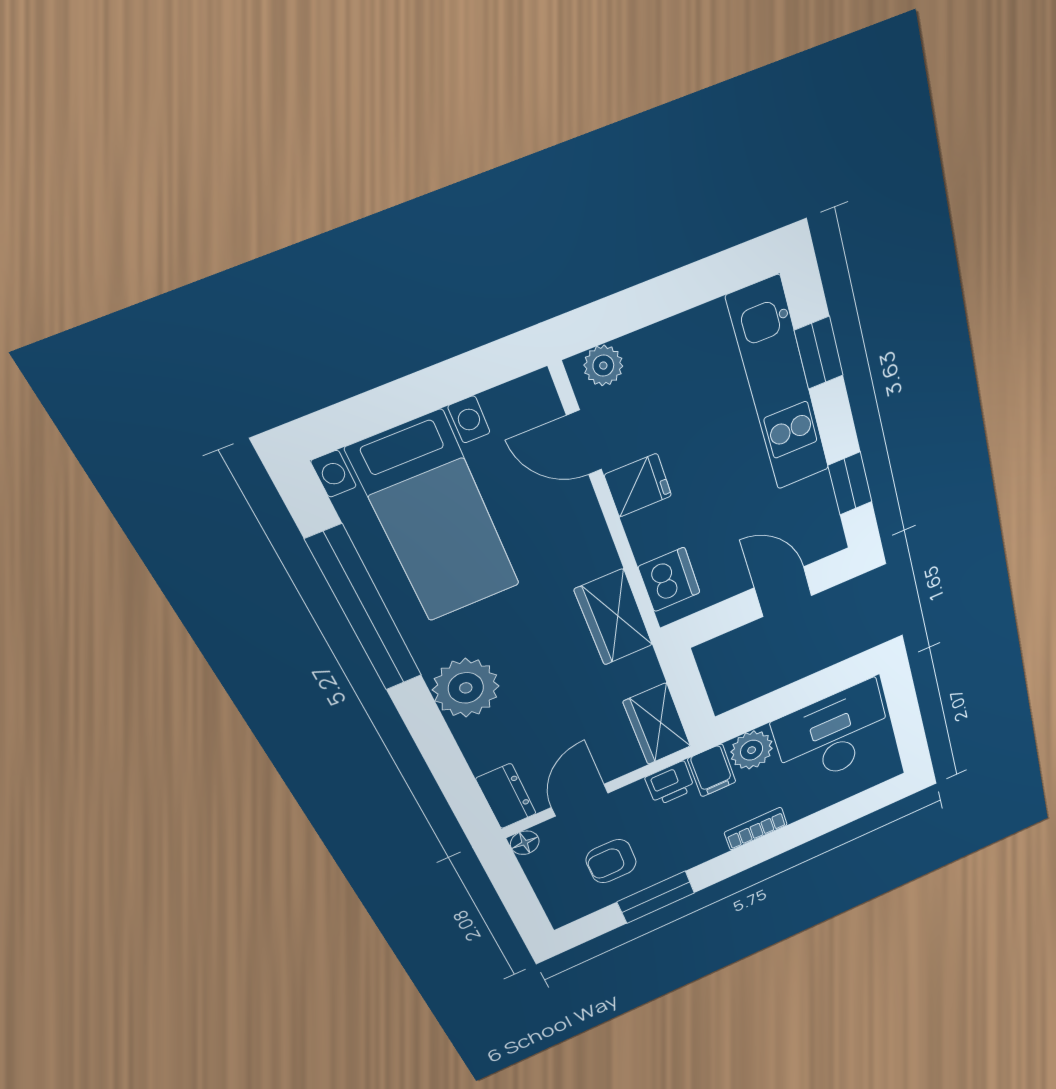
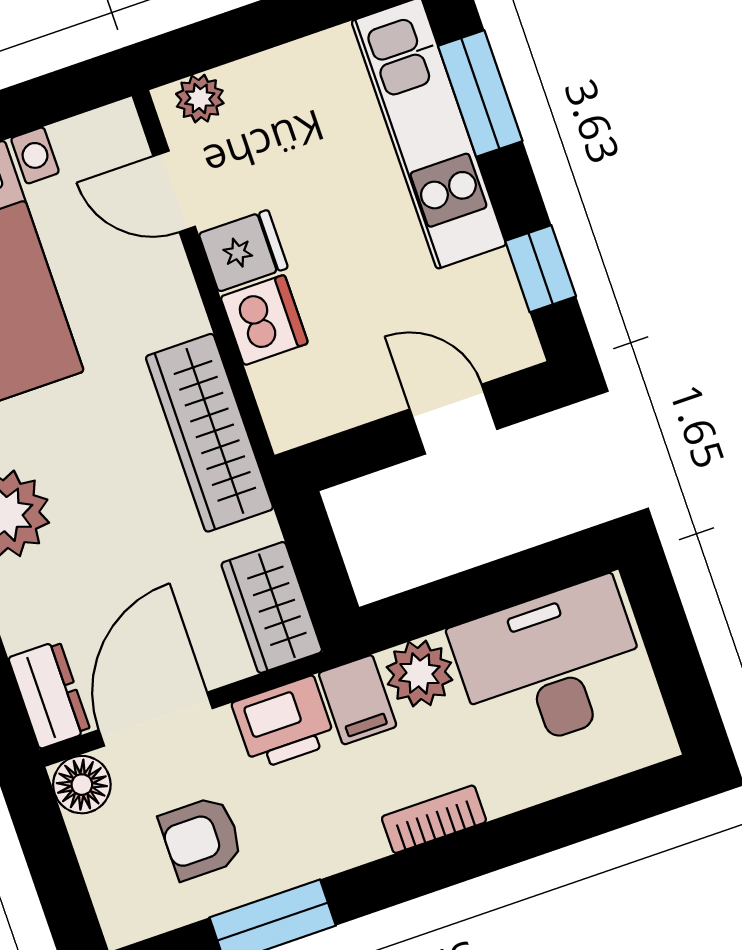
window: (819, 353) -> (480, 93), width x1.50
dishwasher: (669, 580) -> (264, 320), moved
wardrobe: (614, 617) -> (209, 433), width x1.50
printer: (670, 784) -> (284, 723), width x1.36, depth x1.24
door: (580, 800) -> (156, 719), width x1.38
floor lamp: (525, 843) -> (82, 785), width x1.37, depth x1.37

